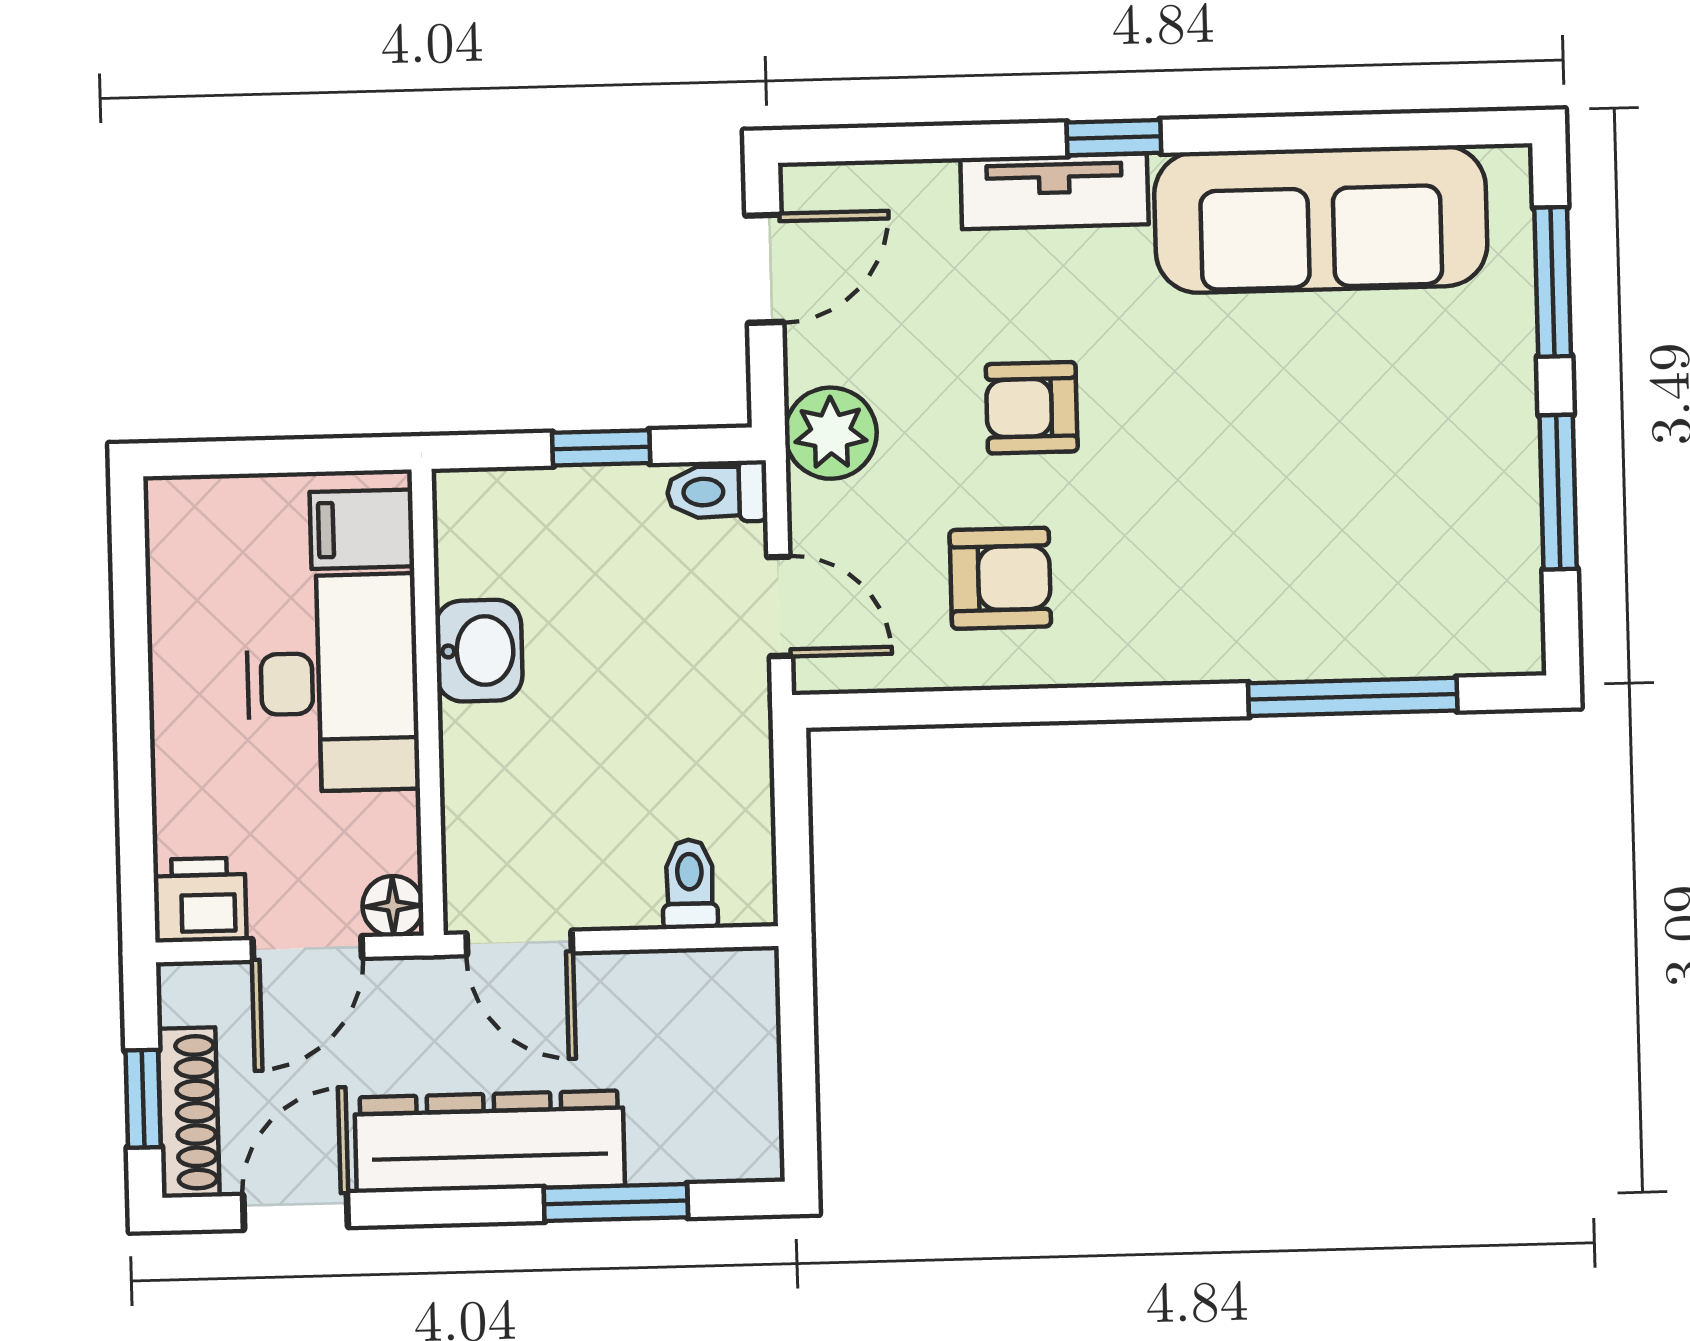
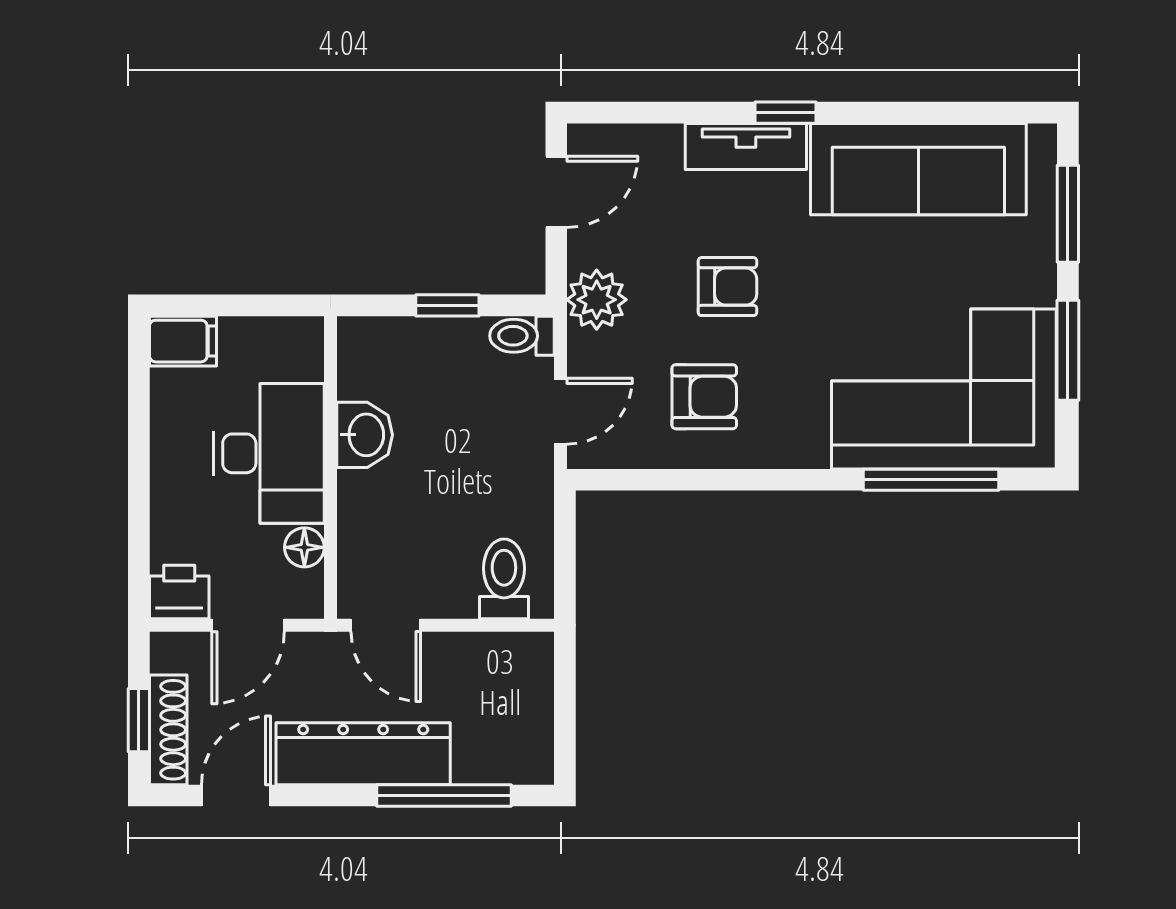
armchair: (1032, 408) -> (727, 287), turned 180
filing cabinet: (362, 529) -> (183, 341), moved, turned 180
corner sofa: (1369, 557) -> (944, 389), added
door: (780, 606) -> (561, 411), hinge flipped
toilet: (690, 884) -> (504, 579), width x1.37, depth x1.39
floor lamp: (393, 906) -> (304, 547), moved
window: (616, 1203) -> (444, 795), width x1.44

